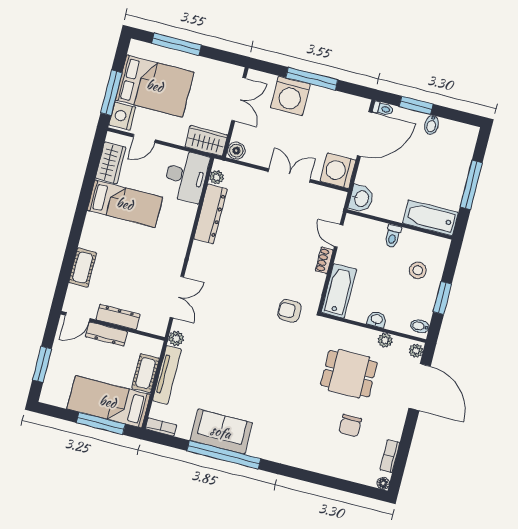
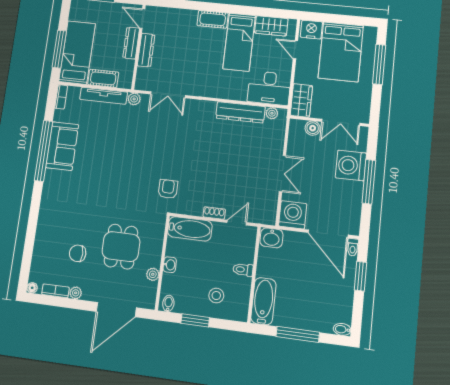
window: (111, 93) -> (329, 18), removed
bidet: (431, 125) -> (342, 329), moved
boiler: (236, 151) -> (313, 128), moved
cot: (83, 268) -> (213, 19), moved
plant: (416, 351) -> (76, 293), moved

